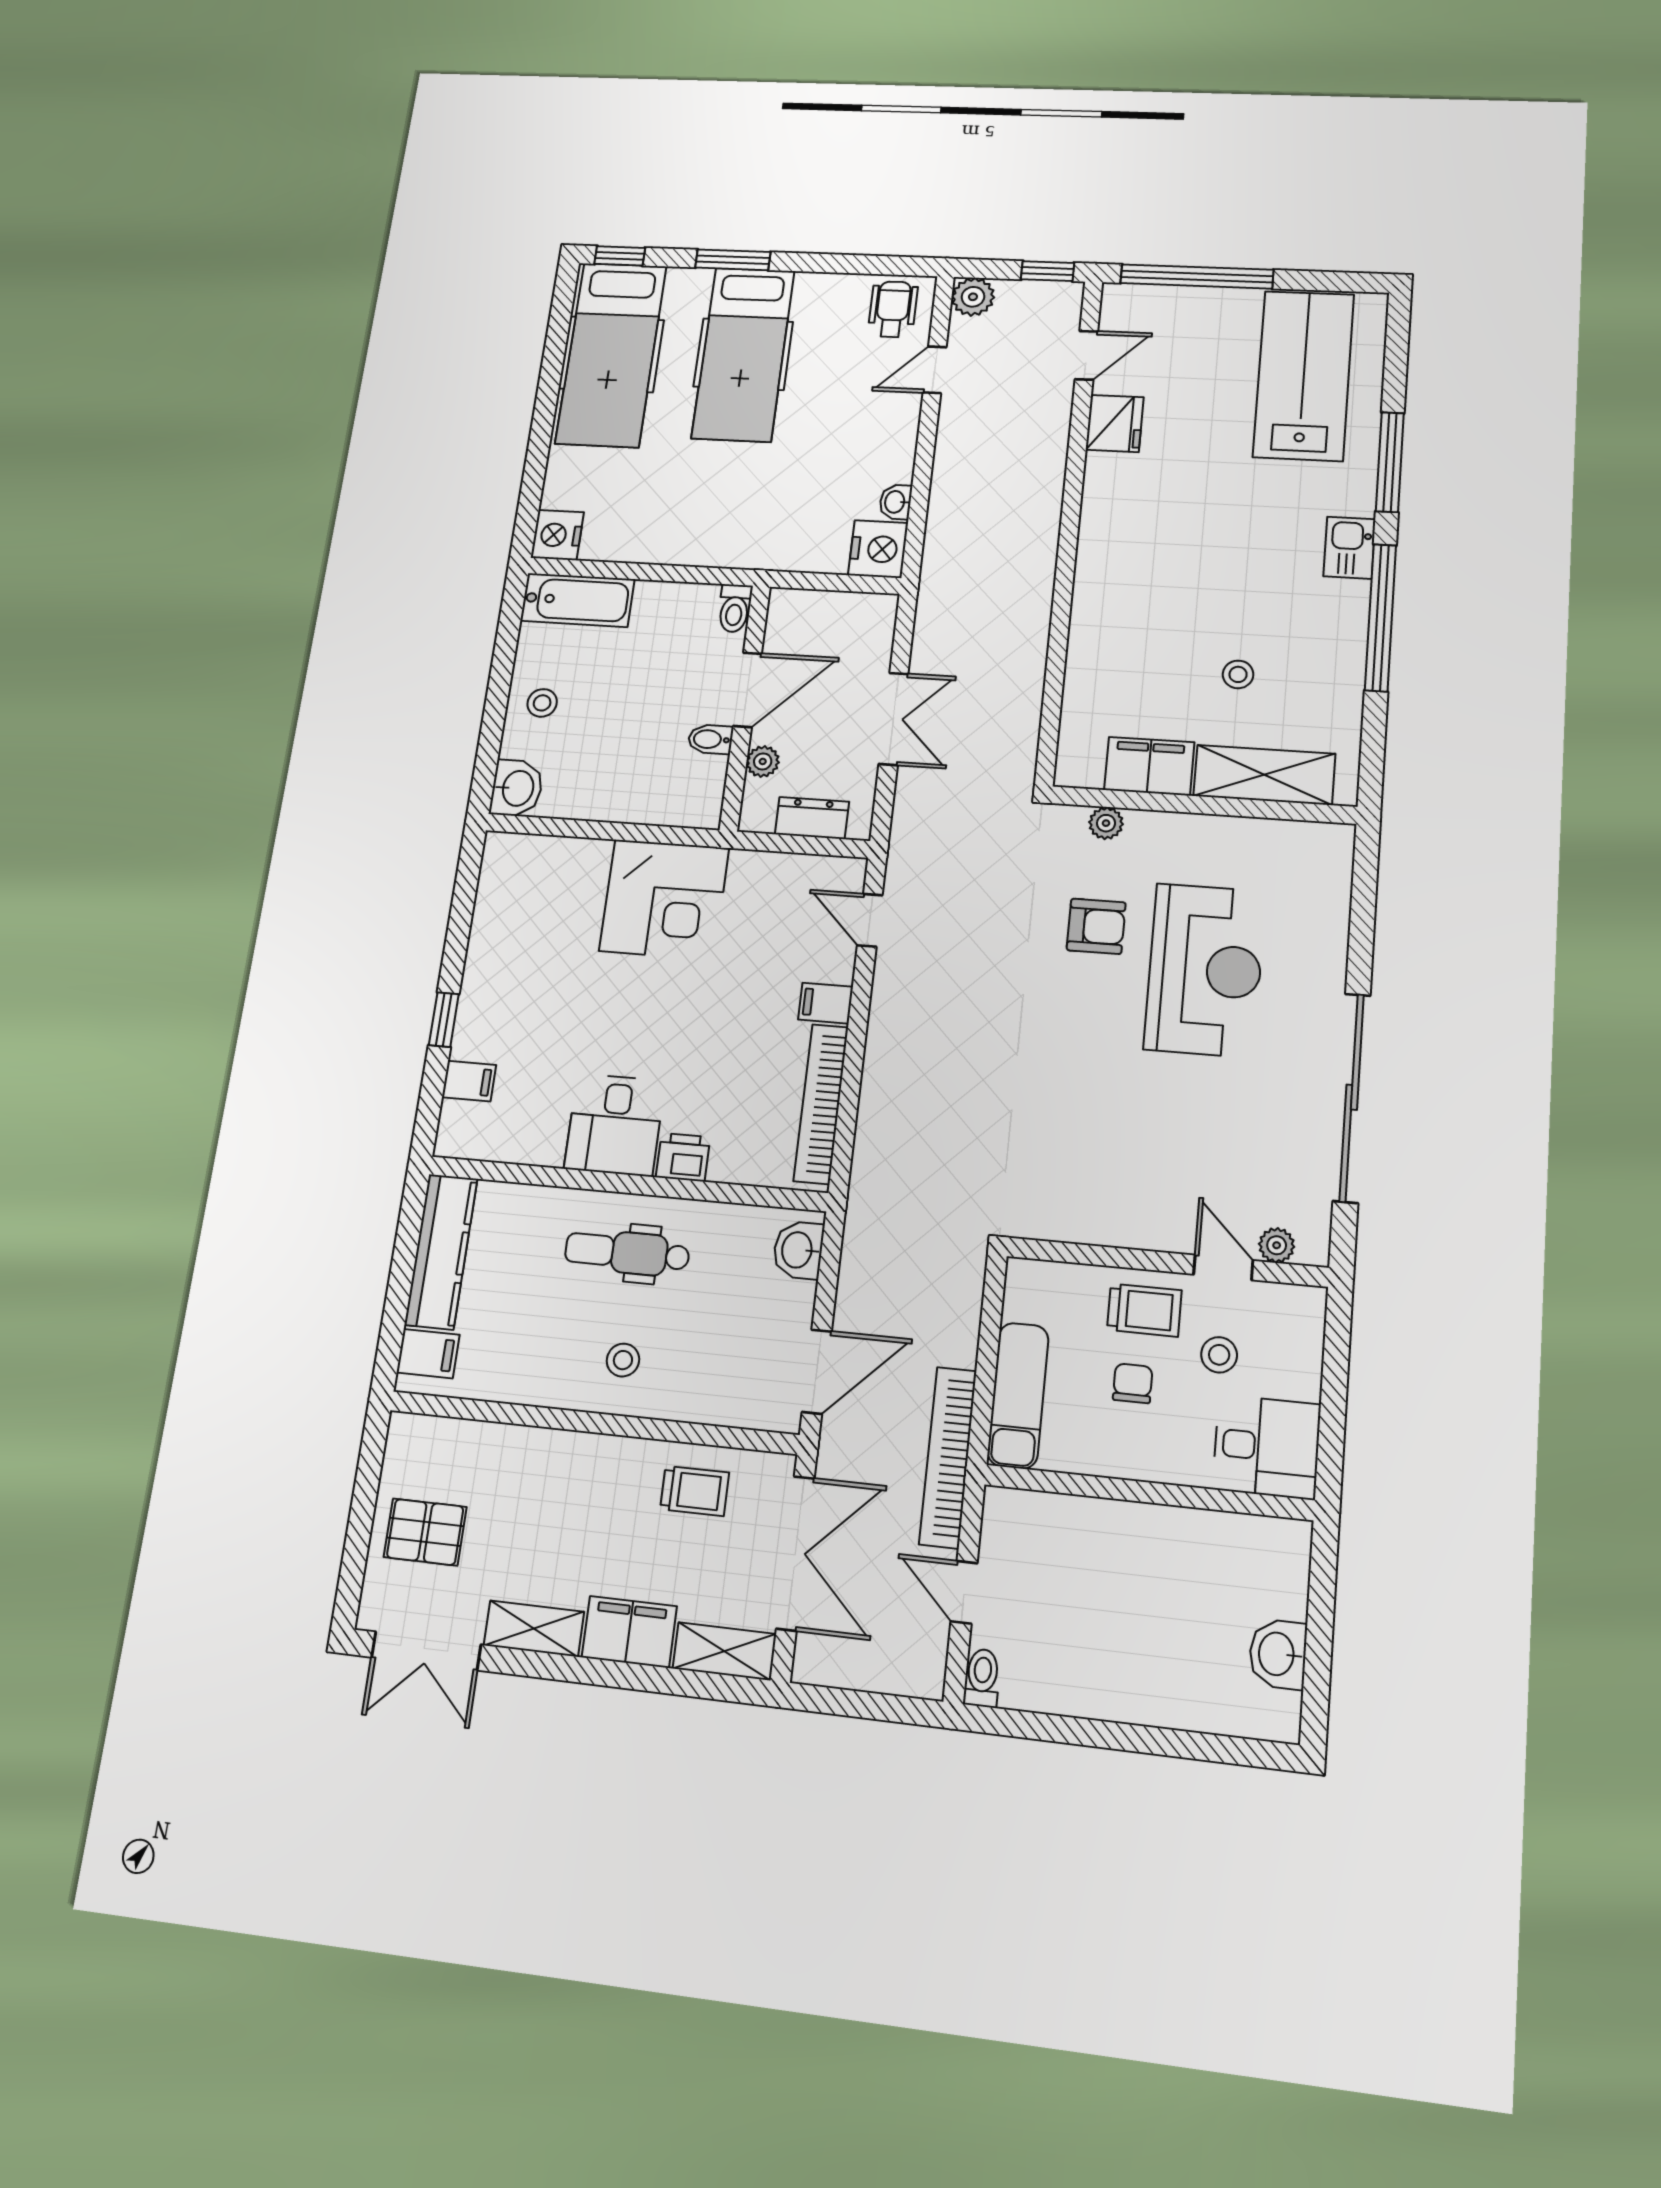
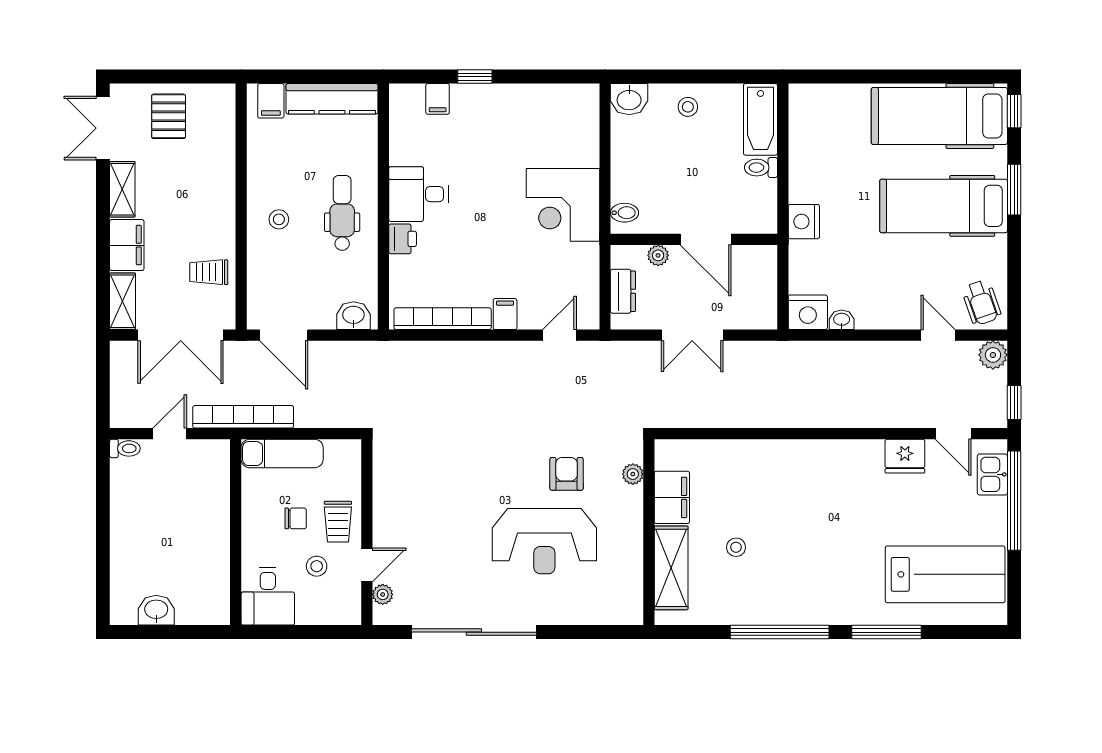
wheelchair: (893, 309) -> (981, 303), turned 71
nightstand: (557, 535) -> (804, 222), moved, turned -90
kitchen sink: (1349, 548) -> (992, 474), moved, turned -90
toilet: (735, 608) -> (761, 168), moved
bidet: (710, 739) -> (624, 213), moved, turned 90
armchair: (1096, 926) -> (567, 474), turned 180
trolley: (695, 1491) -> (209, 272), turned 90

